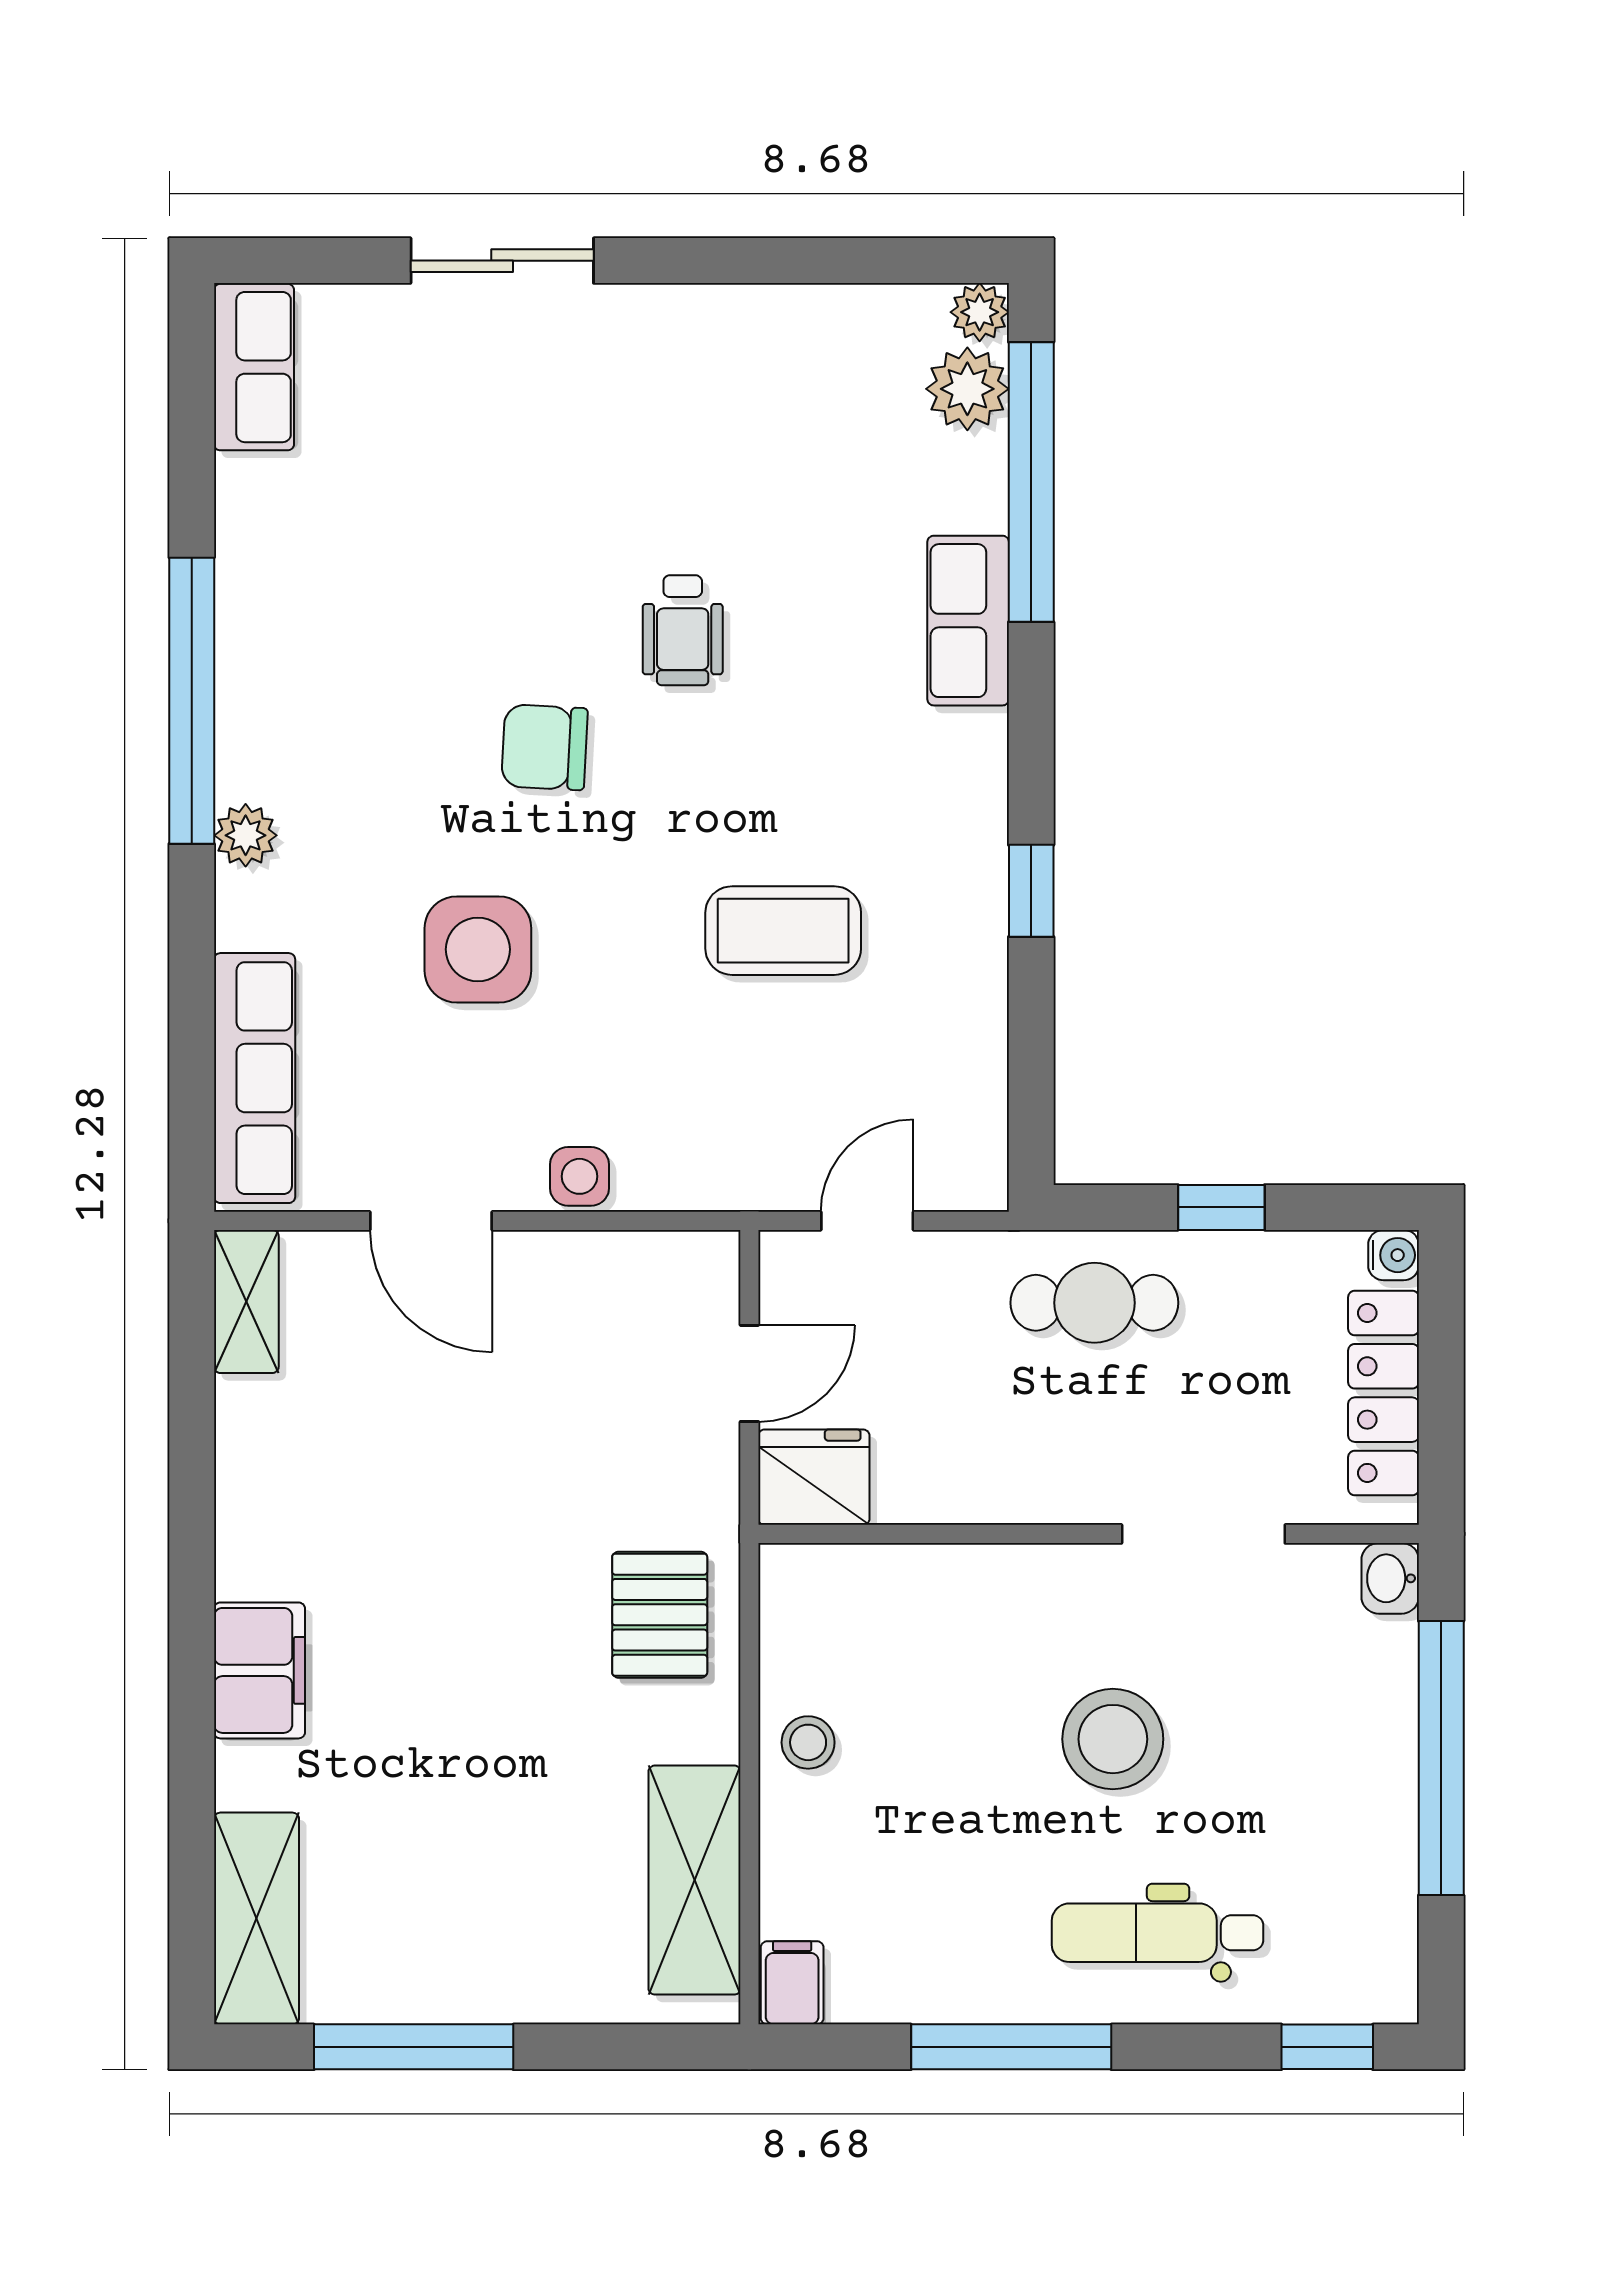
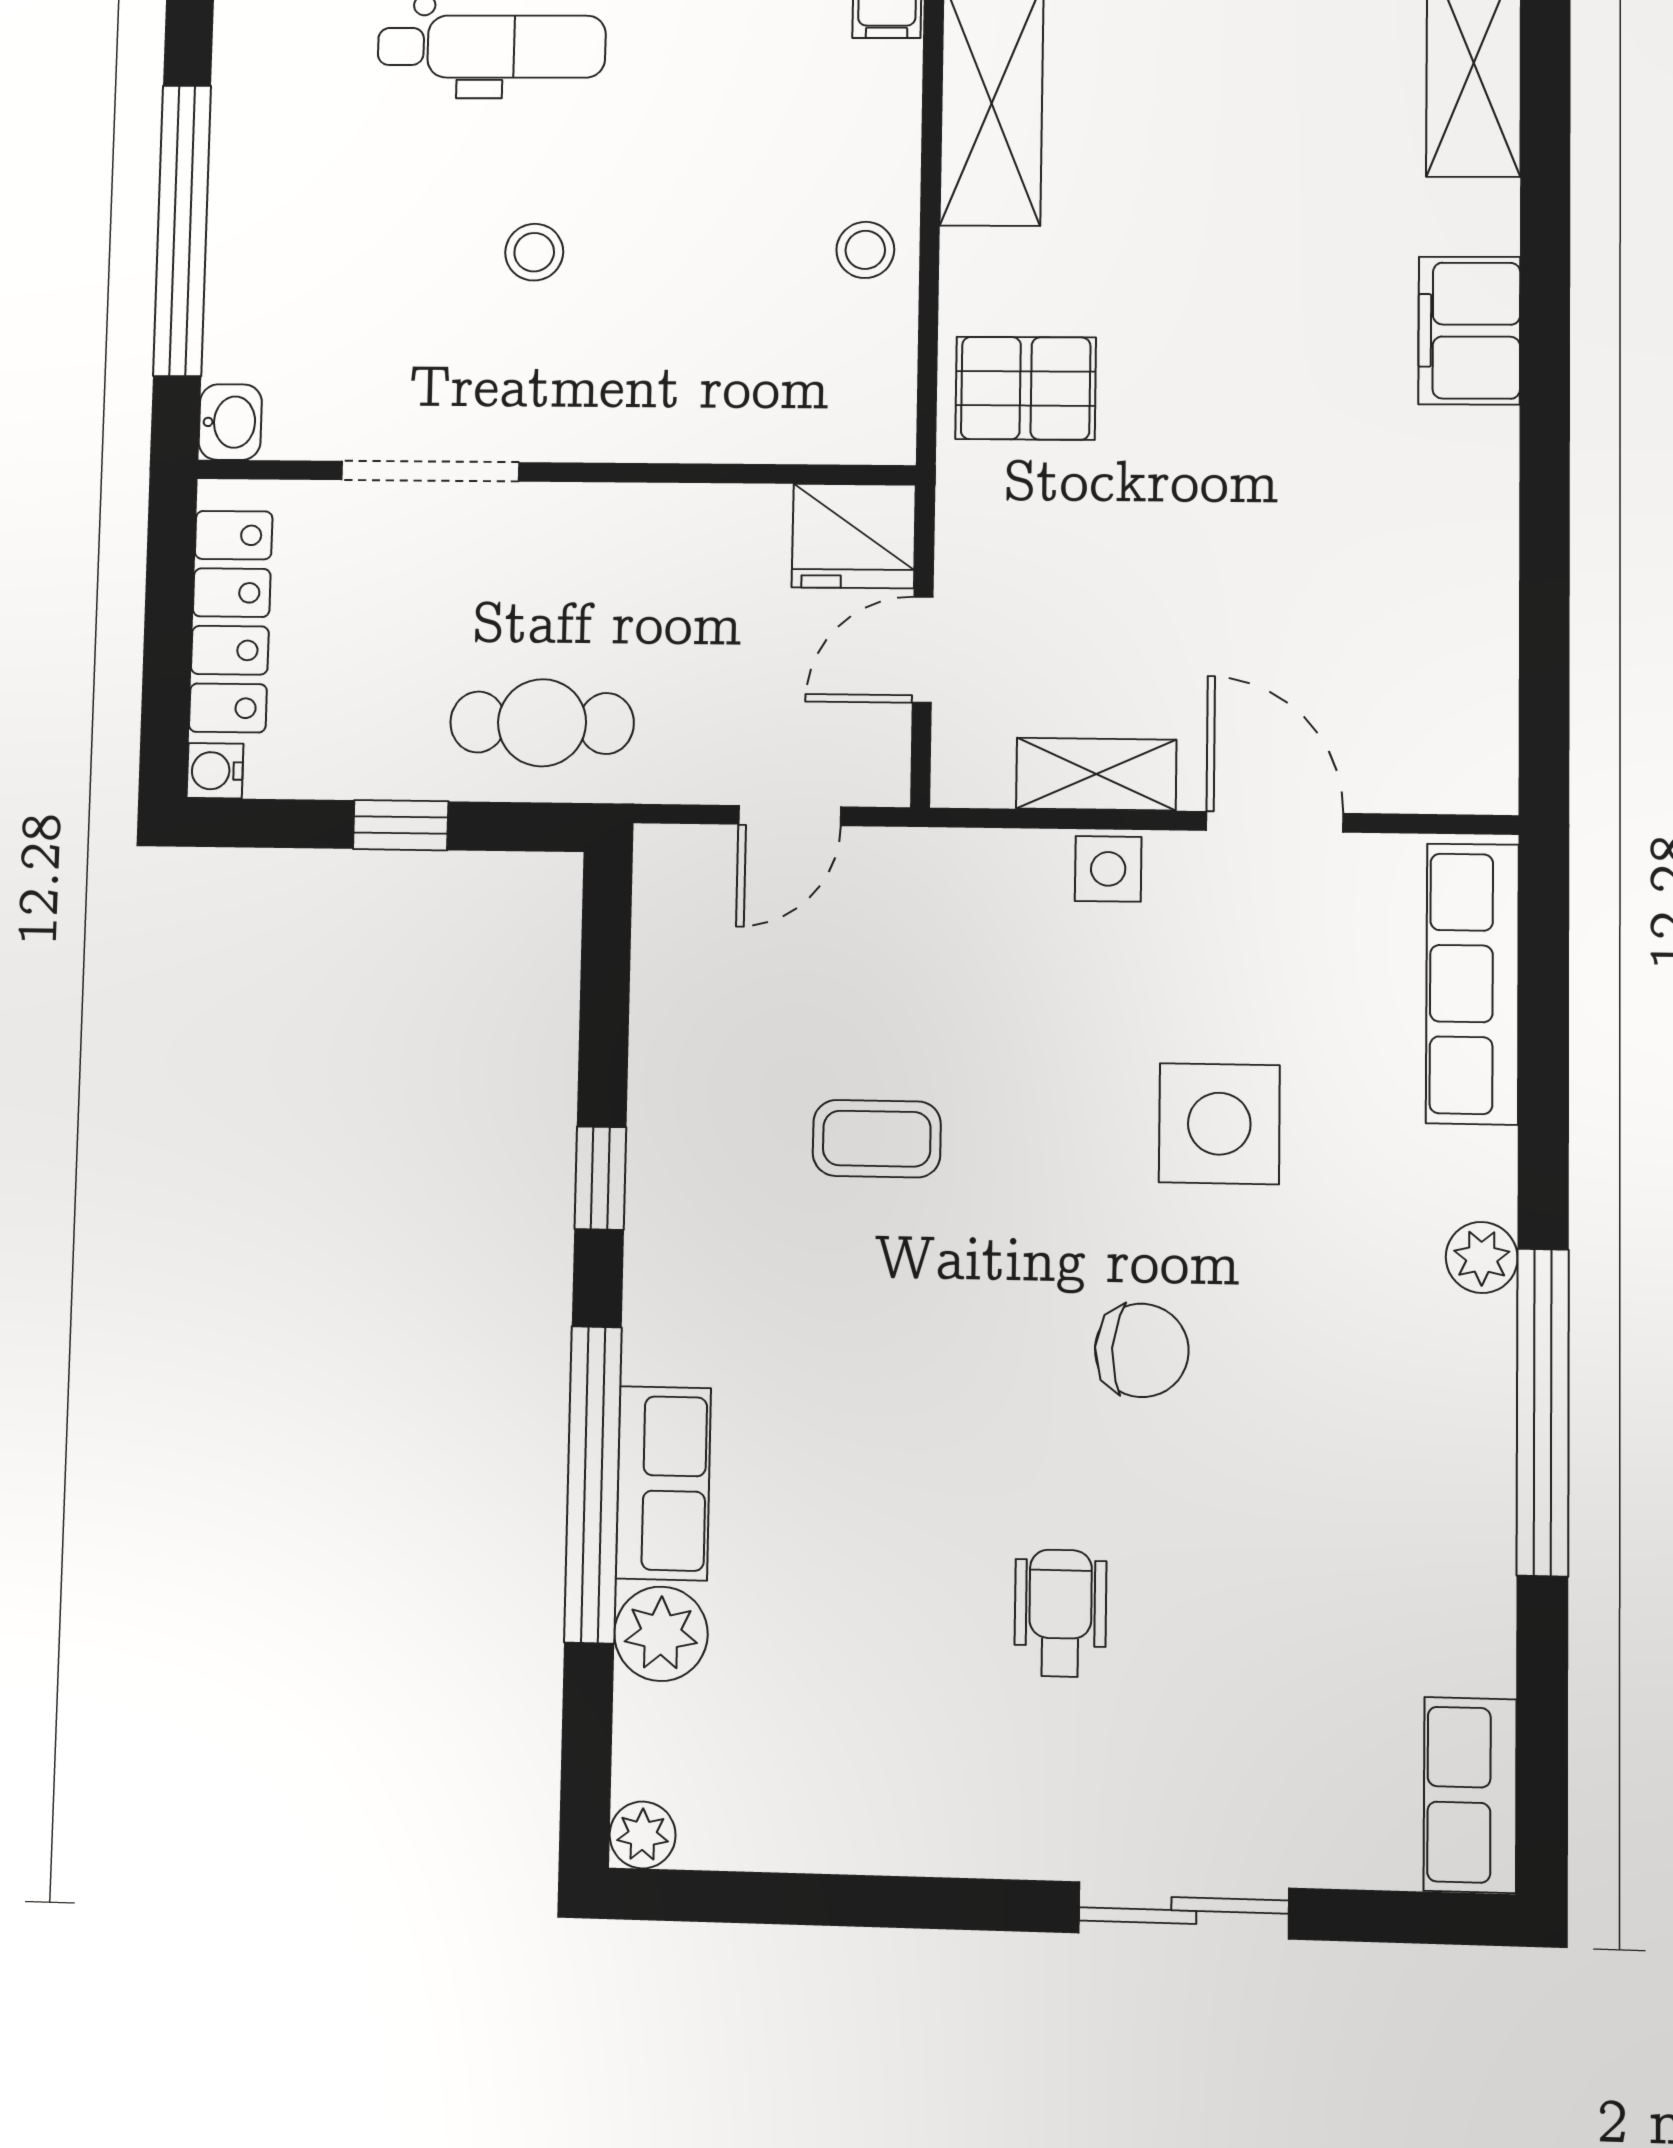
plant: (967, 389) -> (661, 1634), moved
window: (1031, 482) -> (593, 1484), moved
wheelchair: (683, 630) -> (1060, 1613), moved
coffee table: (783, 931) -> (877, 1139), width x0.73, depth x0.77
shelving: (246, 1301) -> (1096, 774), moved, turned 90
pallet: (660, 1615) -> (1026, 388), turned 90
stool: (1113, 1739) -> (534, 252), width x0.53, depth x0.53

